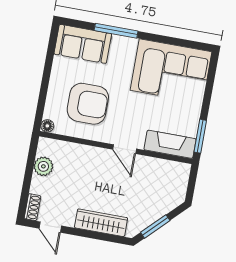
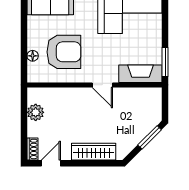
floor lamp: (47, 126) -> (33, 56), moved
window: (155, 226) -> (150, 137), moved
door: (50, 227) -> (51, 163), swing flipped

